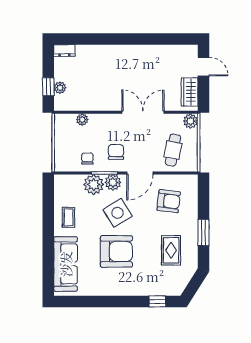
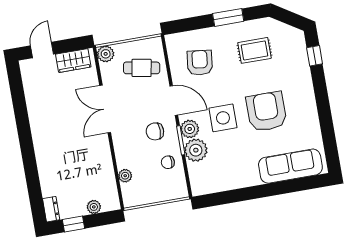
window: (48, 87) -> (74, 224), moved
side table: (117, 213) -> (223, 118), turned 32
coffee table: (68, 217) -> (238, 172), removed

